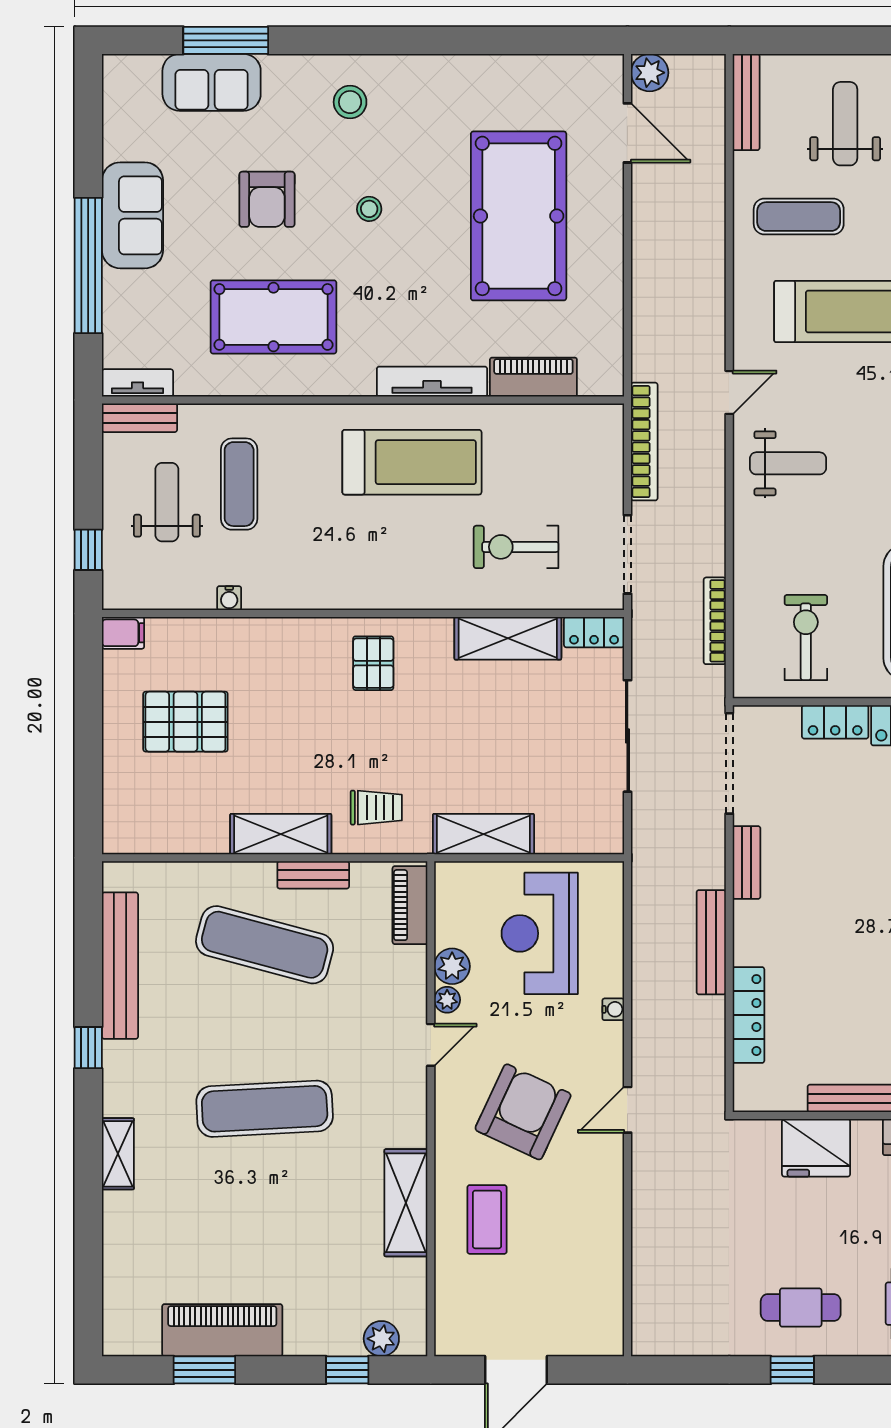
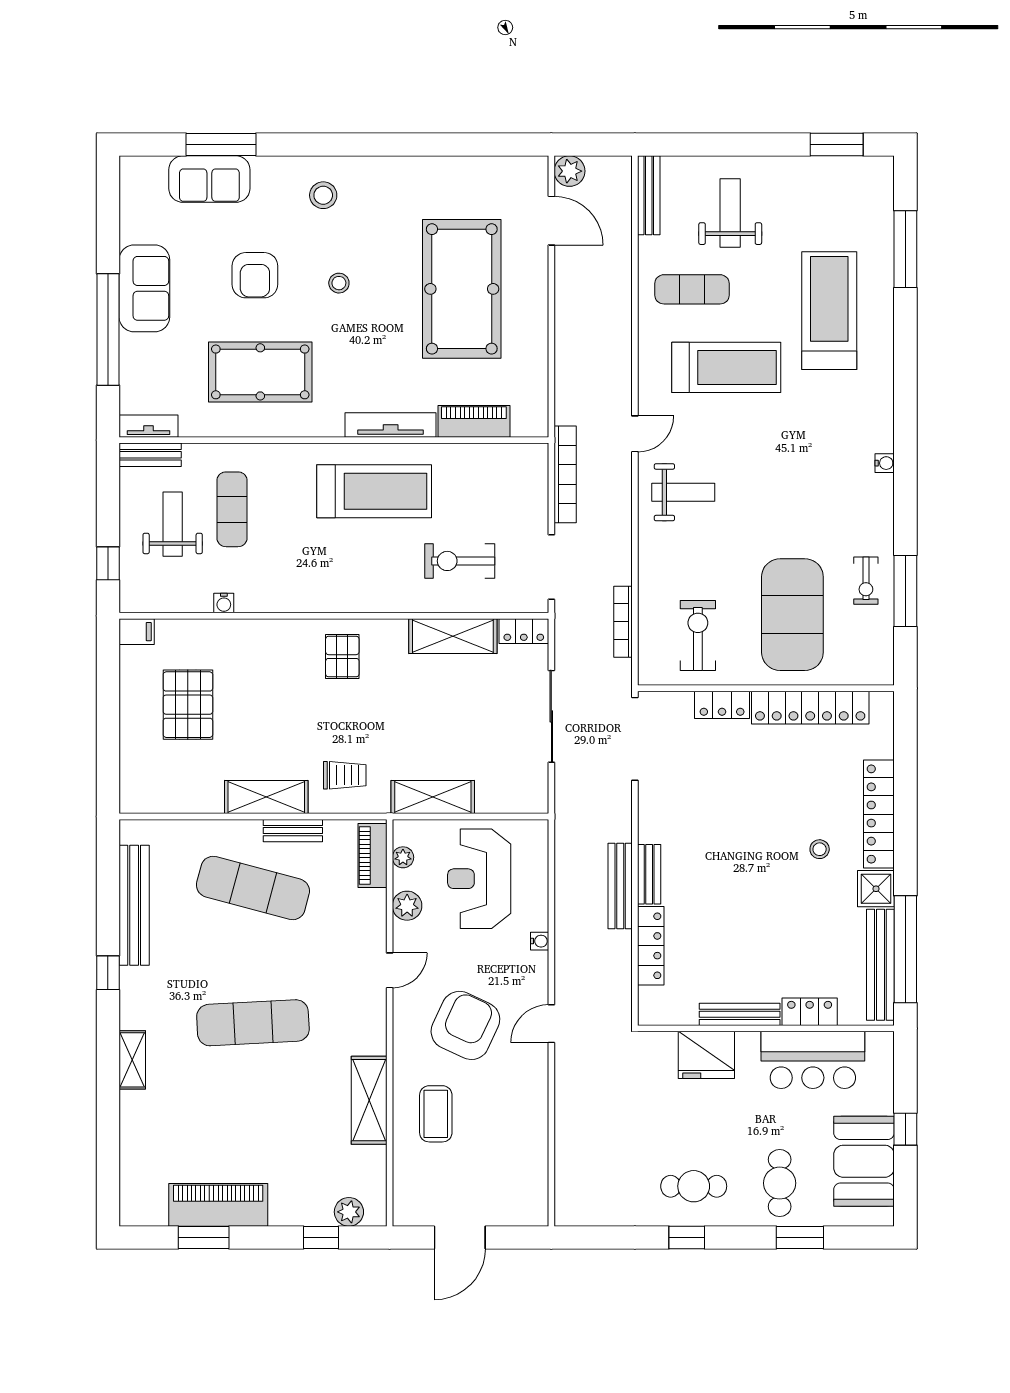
pallet: (185, 722) -> (188, 705), turned 90
bench: (747, 863) -> (649, 874), moved
plant: (447, 1000) -> (403, 857), moved

